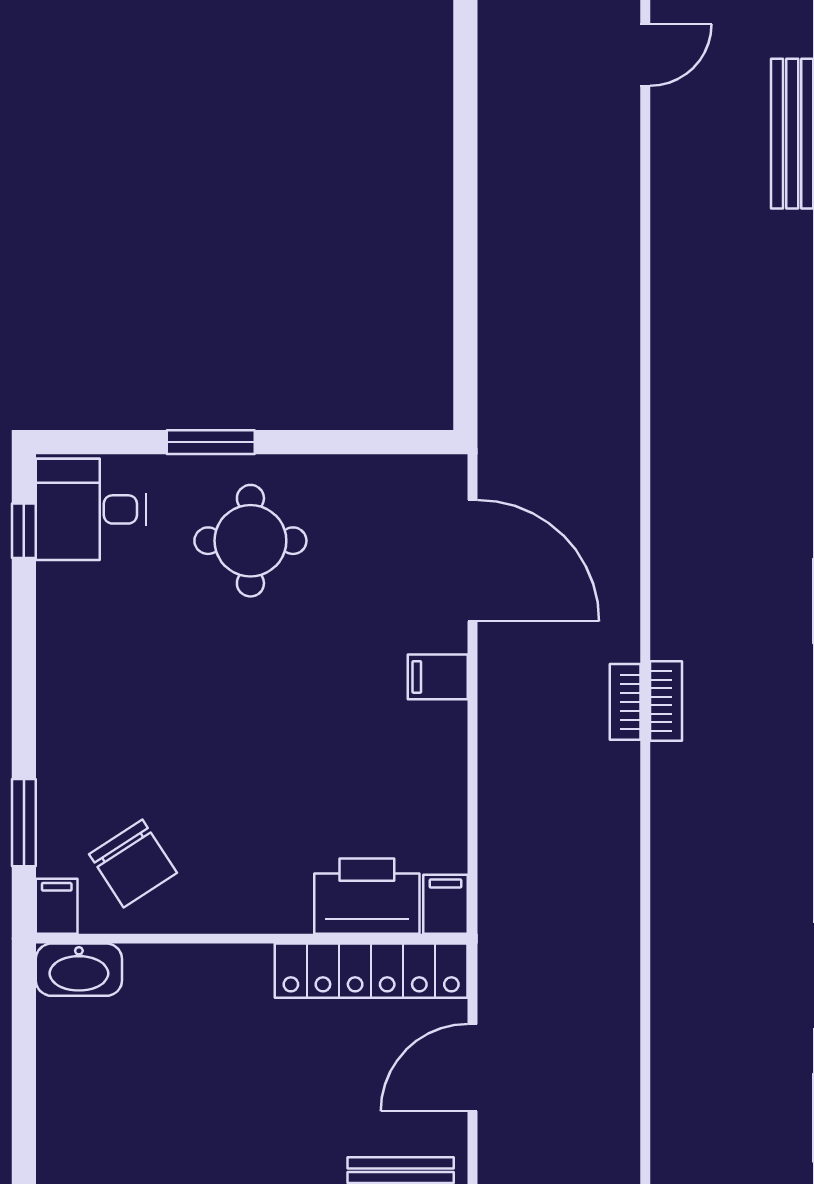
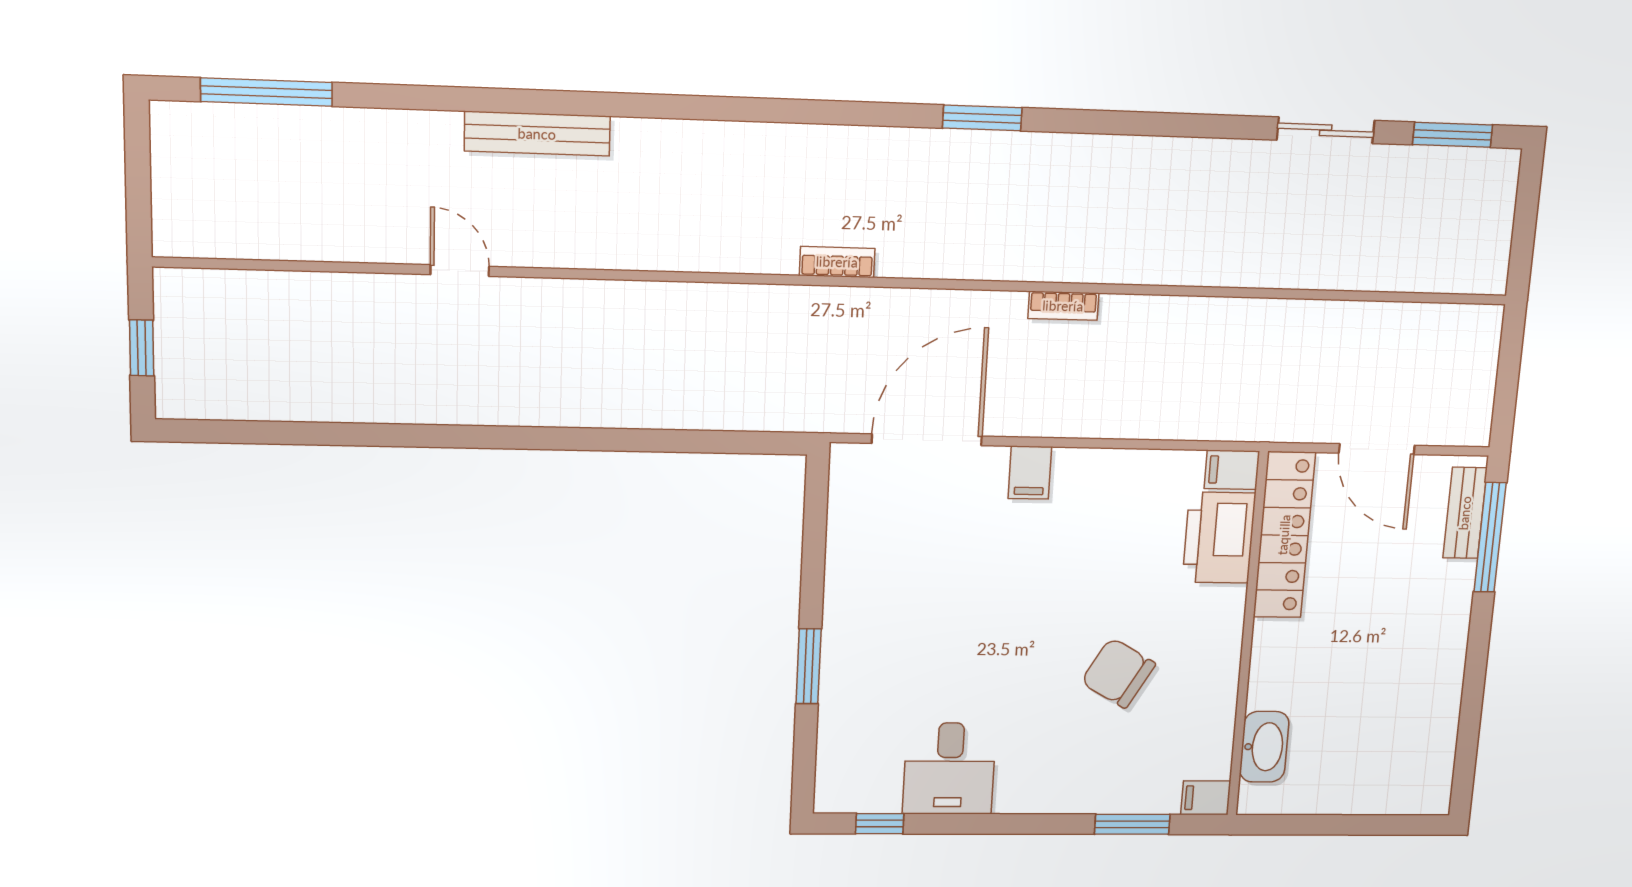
desk: (91, 509) -> (949, 769), moved
round table: (250, 541) -> (898, 633), removed
bookcase: (666, 701) -> (837, 262), moved
chair: (133, 863) -> (1118, 673), moved, turned -117
washbasin: (79, 970) -> (1264, 747), moved

